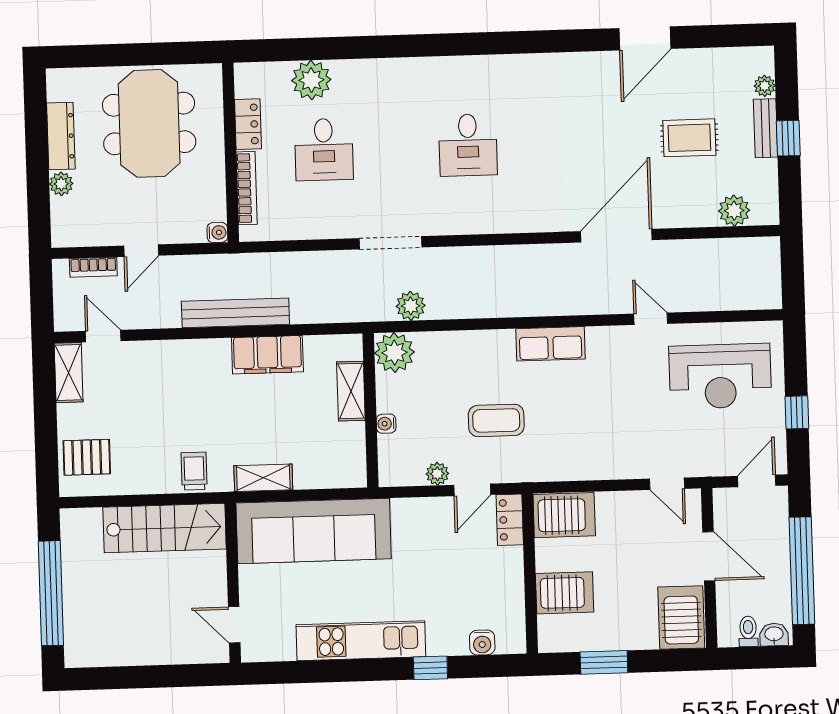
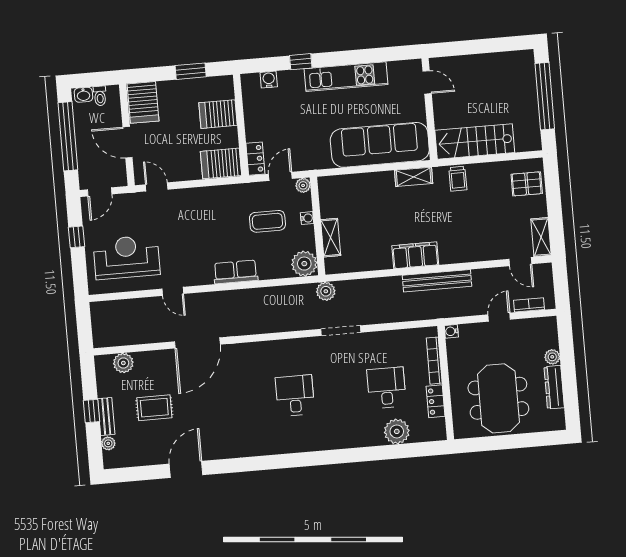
plant: (394, 353) -> (304, 264), moved
shelving: (351, 391) -> (331, 238), moved
wall: (370, 410) -> (318, 226), moved
water cooler: (386, 424) -> (307, 218), moved

